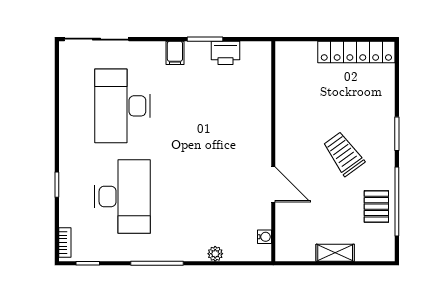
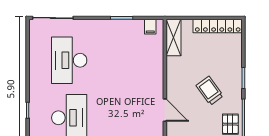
filing cabinet: (175, 53) -> (150, 27), moved
printer: (226, 53) -> (135, 27), removed
shelving: (287, 70) -> (173, 37), added

